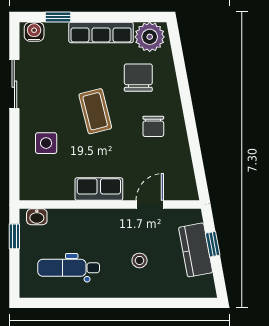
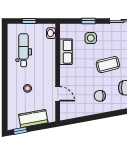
window: (14, 147) -> (88, 21), added
row of seats: (99, 189) -> (66, 52), moved
window: (14, 236) -> (29, 21), moved
window: (213, 244) -> (20, 131), moved

